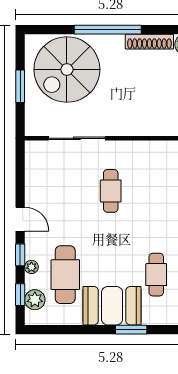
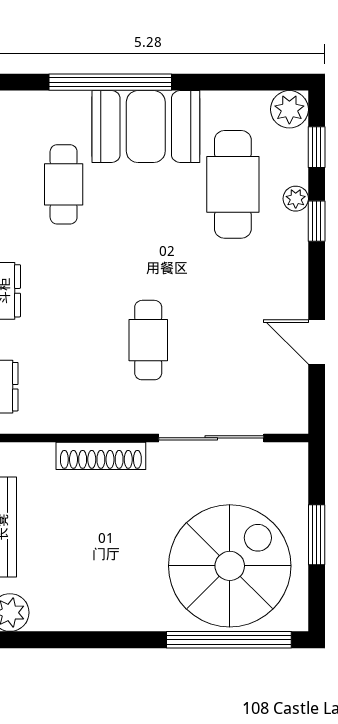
window: (108, 30) -> (229, 640), moved
shoe rack: (149, 42) -> (101, 456), moved, turned 180
door: (20, 219) -> (317, 342), moved
plant: (35, 300) -> (289, 109), moved
window: (131, 330) -> (110, 82), width x2.11

